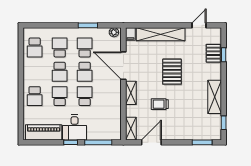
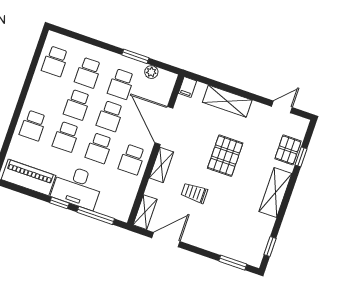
plant: (114, 32) -> (151, 72), moved
shelving: (161, 34) -> (227, 101), width x0.68
school desk: (60, 47) -> (88, 73), turned 180
school desk: (85, 47) -> (121, 84), turned 180
school desk: (60, 96) -> (66, 137), turned 180
school desk: (85, 96) -> (99, 148), turned 180
school desk: (110, 96) -> (132, 159), added
shelving: (215, 97) -> (275, 192), moved
desk: (74, 127) -> (77, 187), width x1.37

